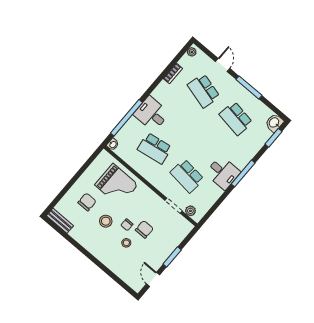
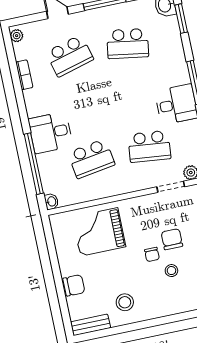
school desk: (204, 91) -> (70, 56), turned -30
grand piano: (116, 185) -> (99, 232), turned 180
chair: (87, 202) -> (74, 285), moved, turned 90
stool: (106, 221) -> (125, 302), moved

